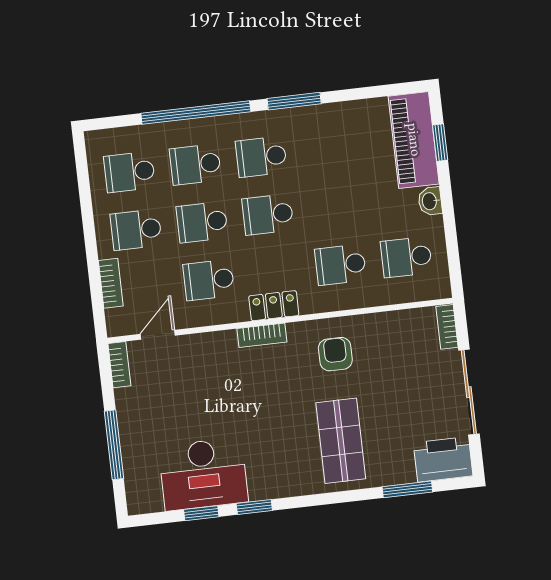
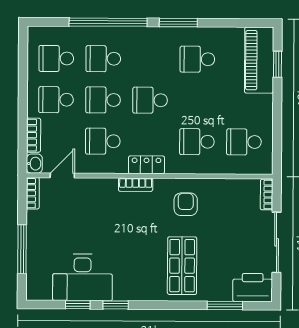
school desk: (261, 157) -> (197, 59), moved
washbasin: (430, 201) -> (34, 164), moved, turned 180

